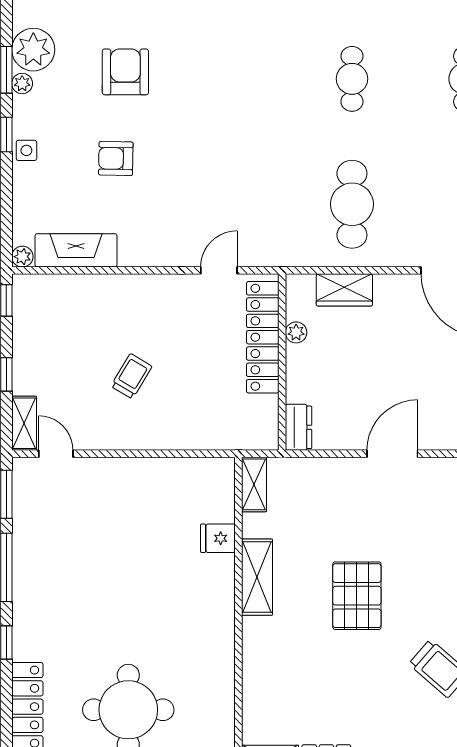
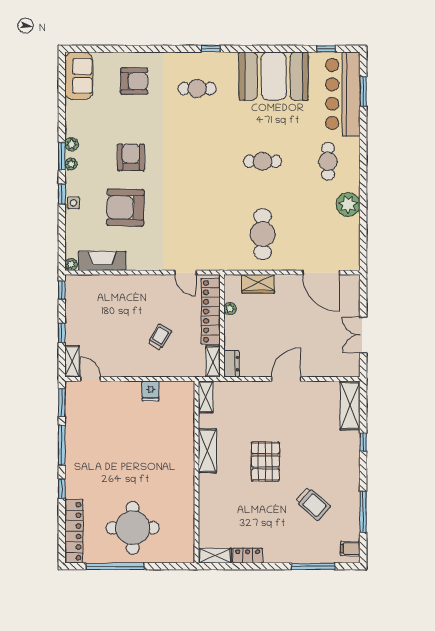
plant: (33, 50) -> (72, 144), width x0.53, depth x0.53
cafe table: (352, 79) -> (263, 161), turned 90
armchair: (116, 158) -> (125, 208), width x1.88, depth x1.88
door: (219, 270) -> (185, 273), swing flipped
trolley: (131, 376) -> (160, 337), moved
shelving: (267, 423) -> (213, 361), added
fridge: (218, 538) -> (151, 391), moved, turned -90

